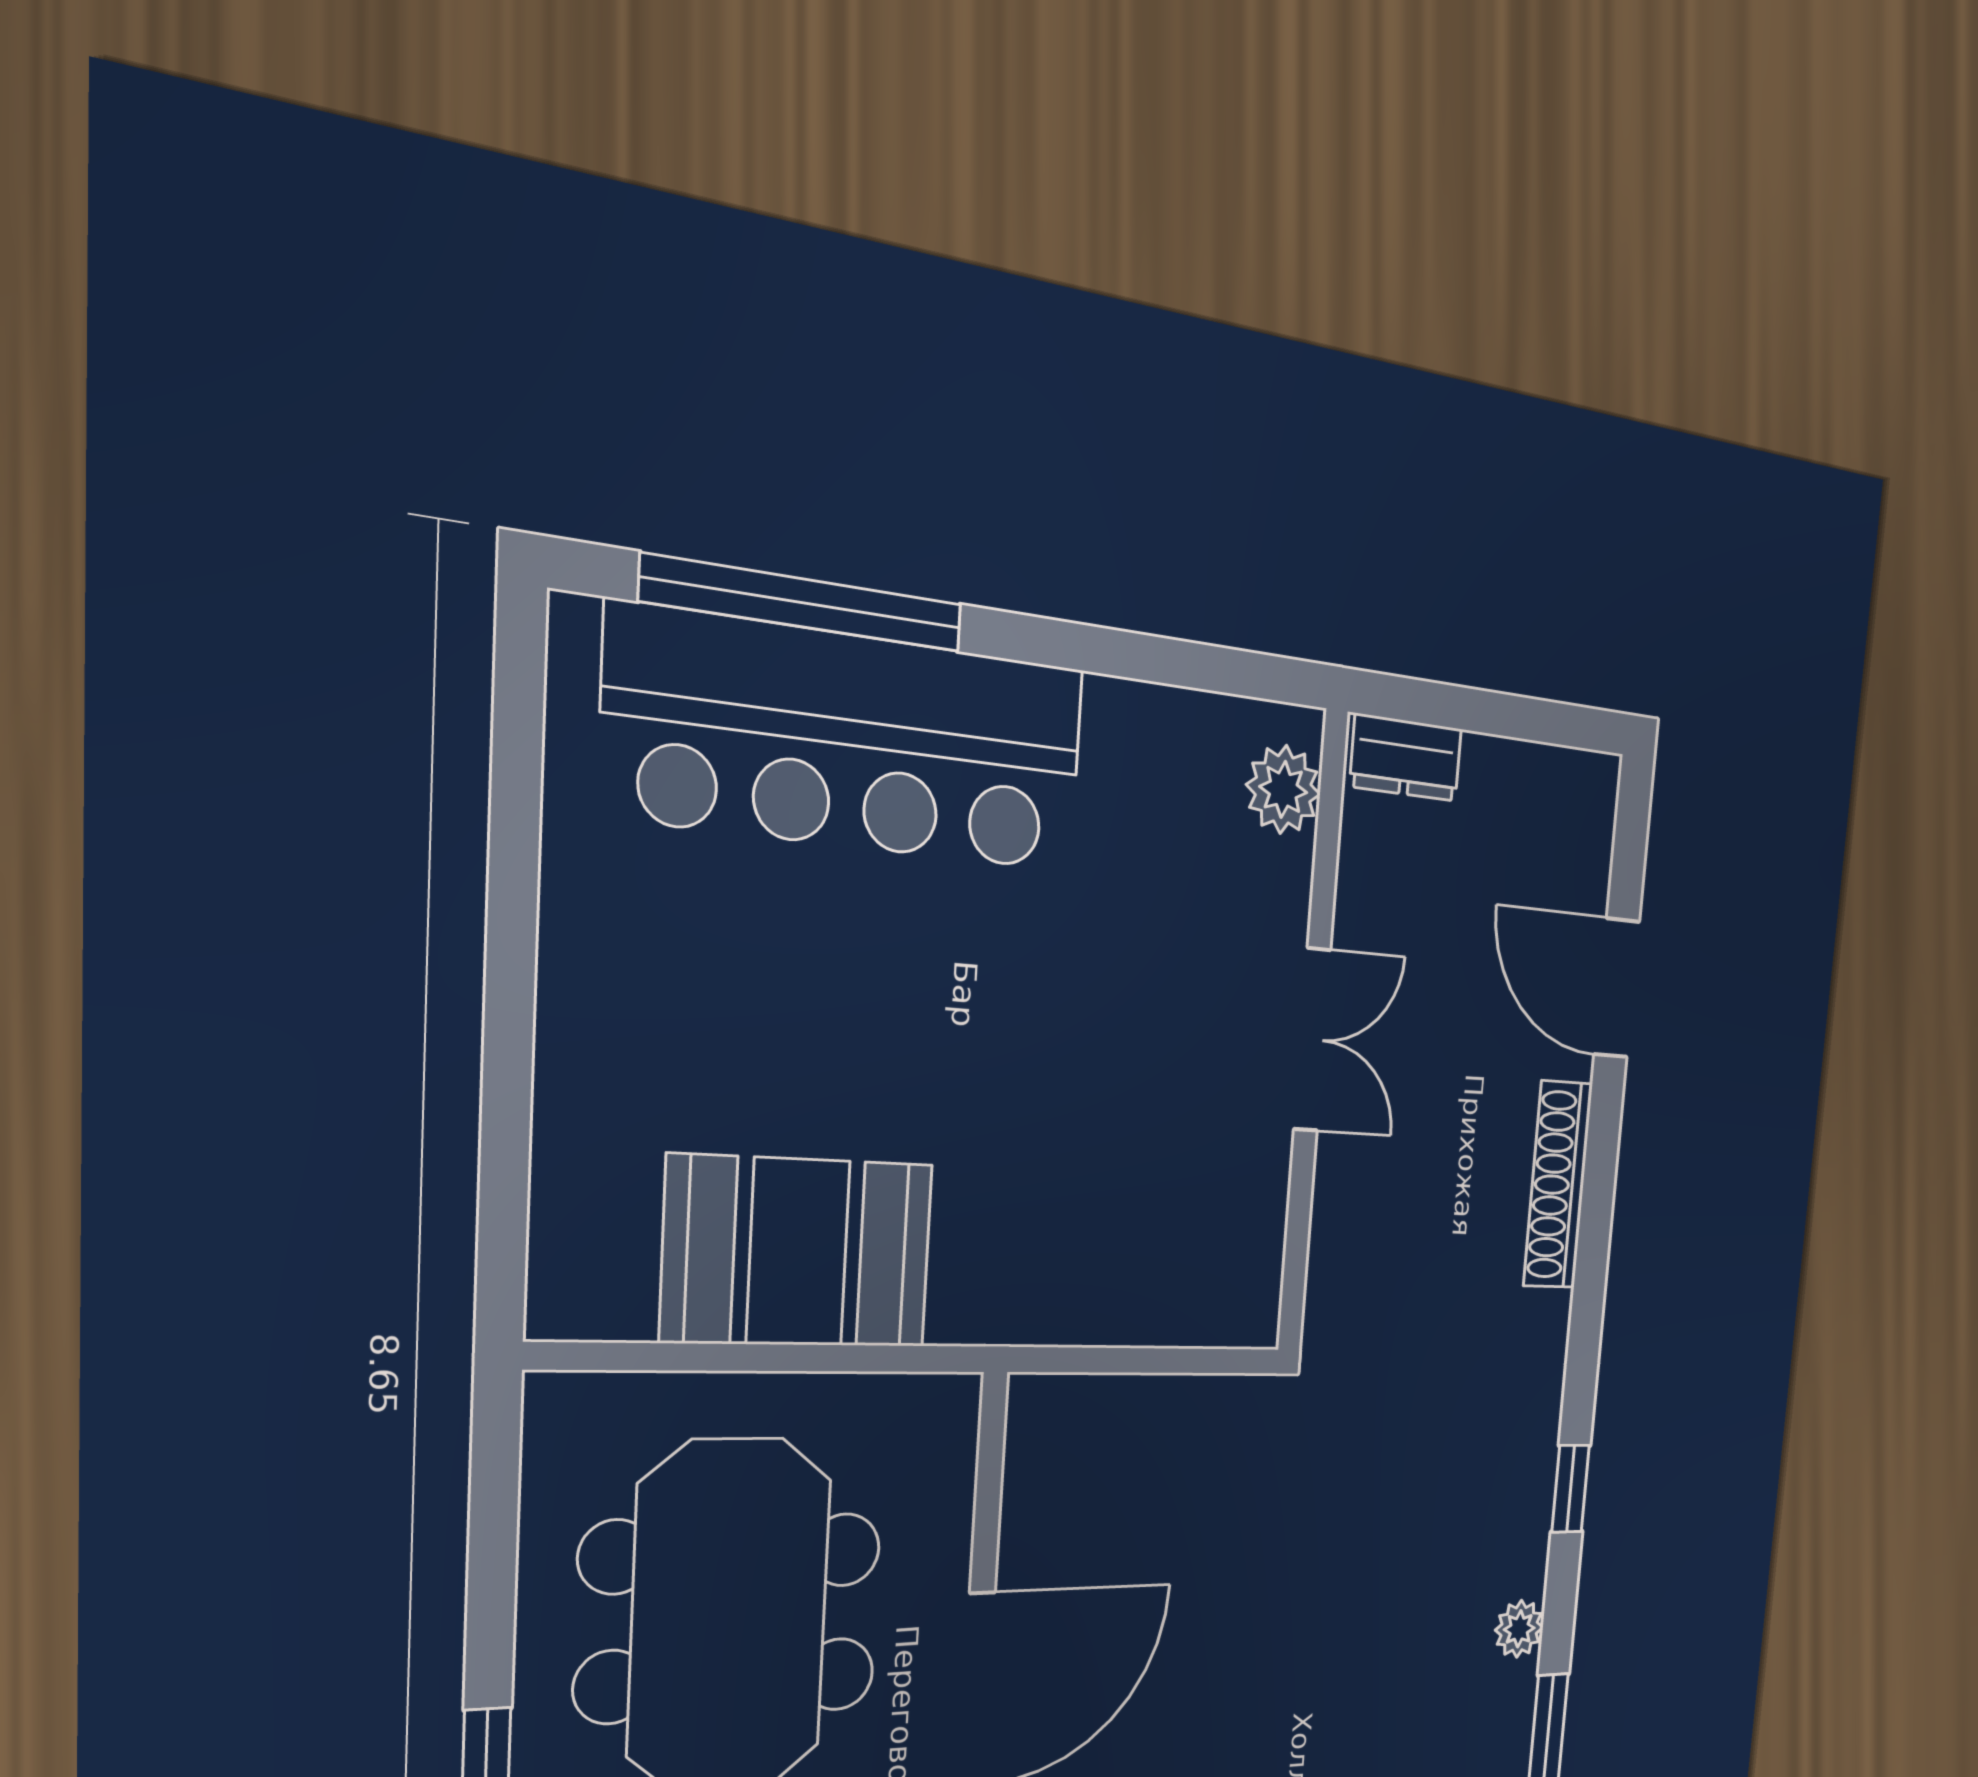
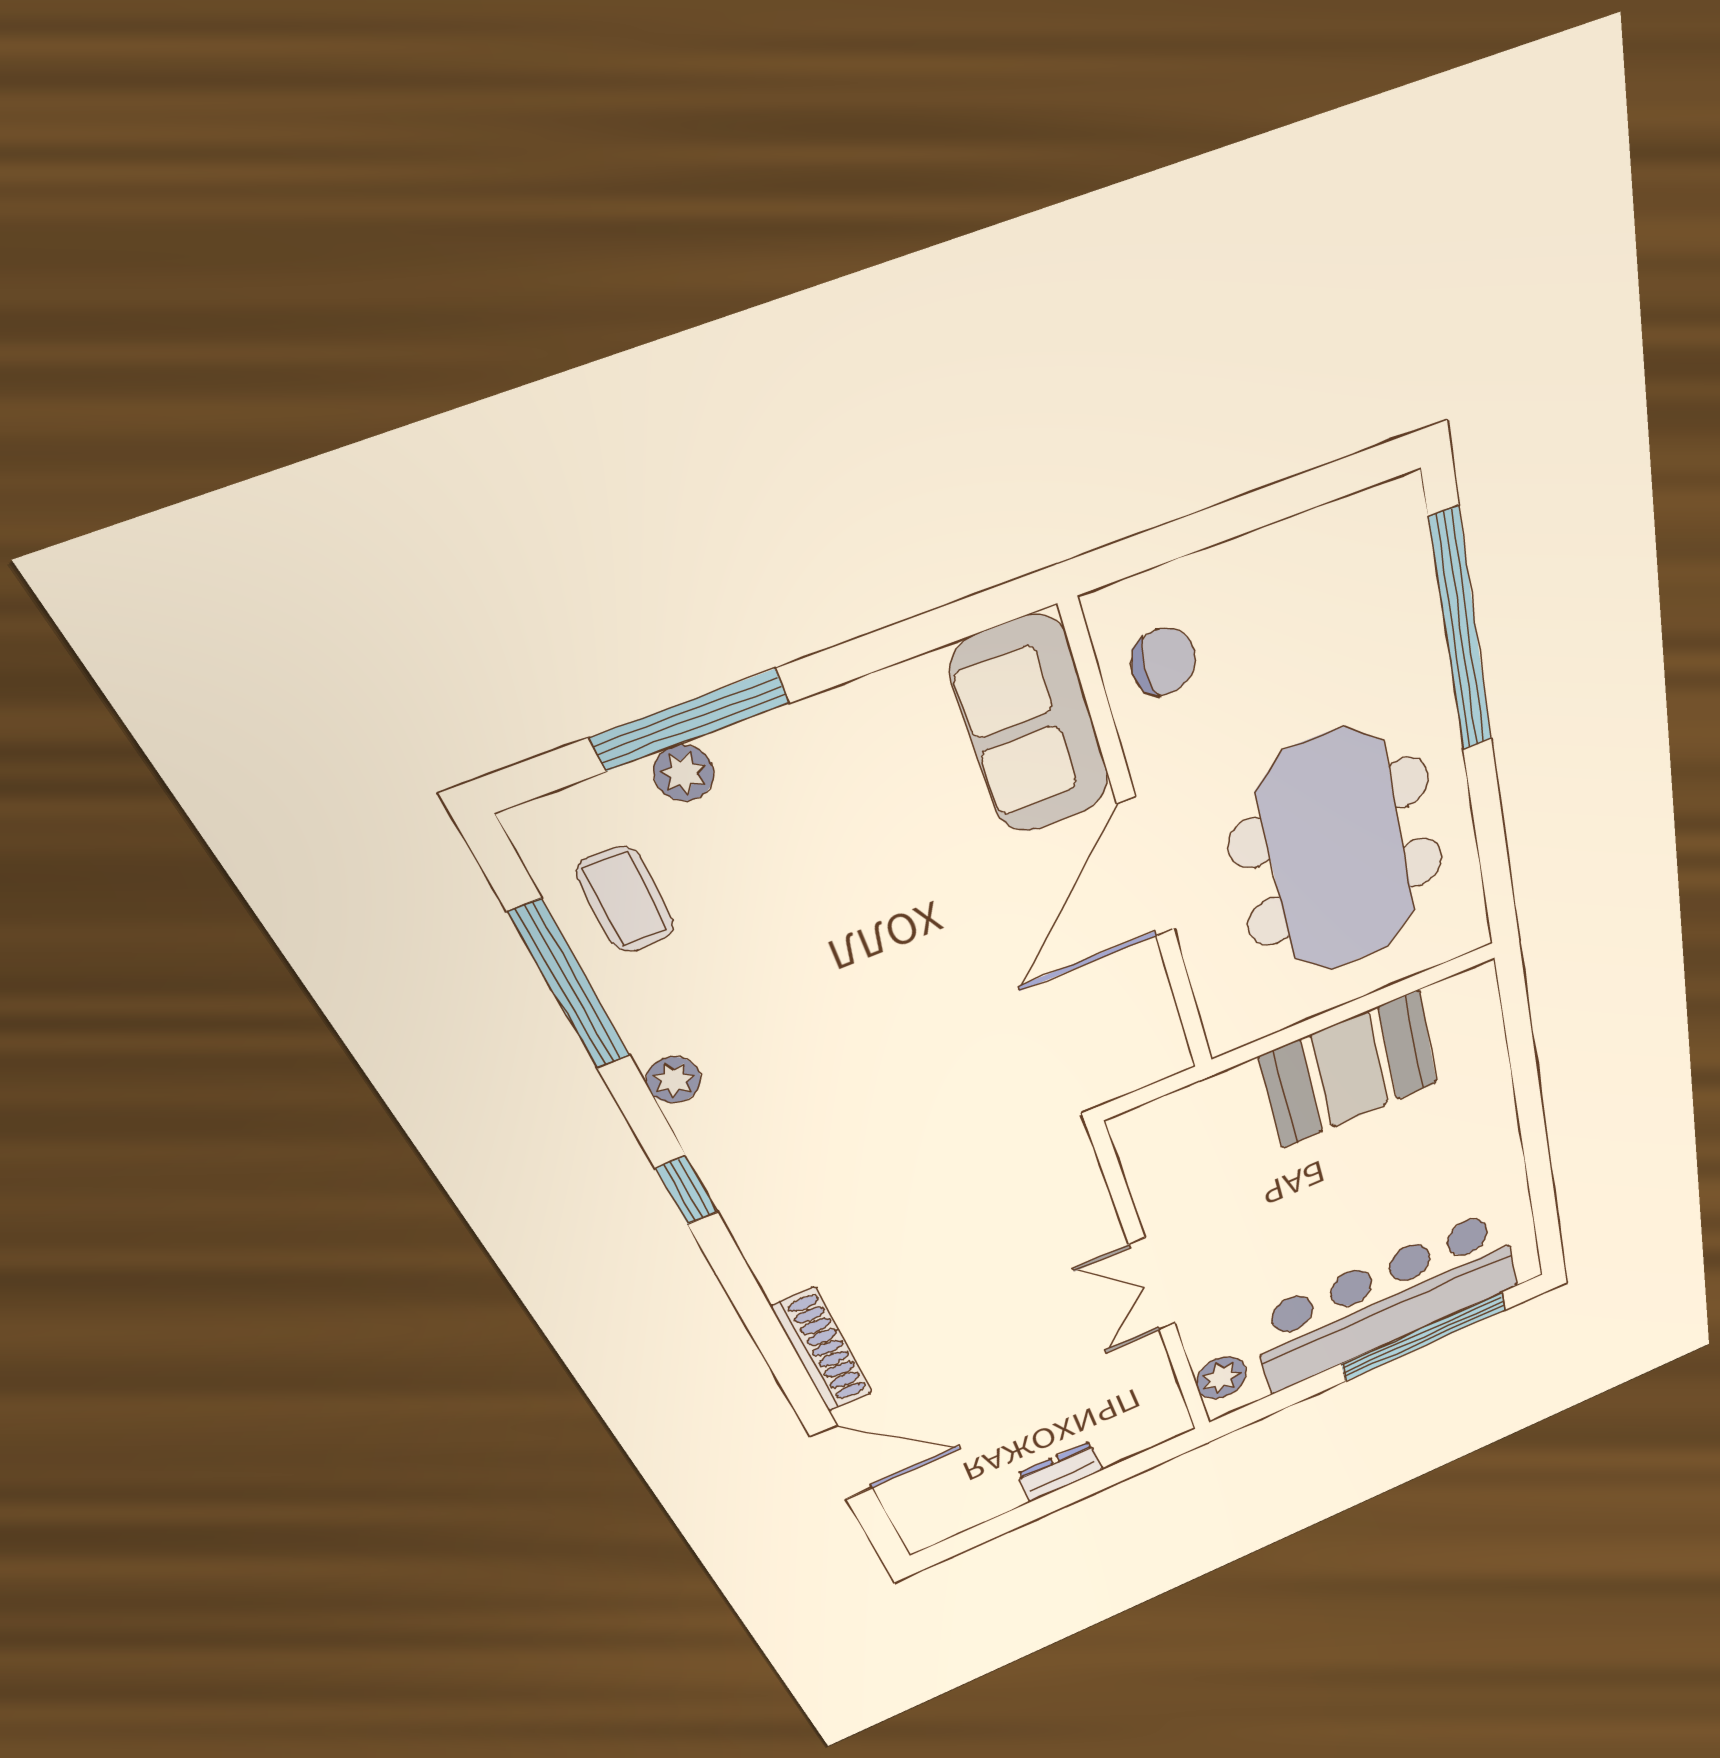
plant: (1283, 789) -> (1221, 1378), moved
wall: (1312, 1035) -> (1153, 1287), moved
double door: (1312, 1040) -> (1152, 1285), moved

